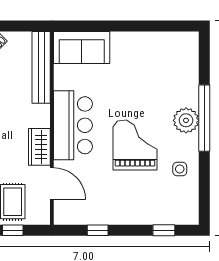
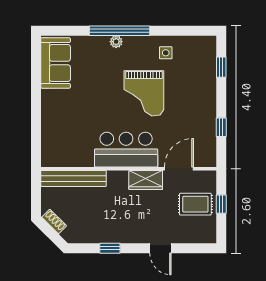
sofa: (82, 48) -> (56, 63), moved
plant: (186, 120) -> (116, 42), width x0.53, depth x0.53
grand piano: (135, 145) -> (144, 93), turned -90

